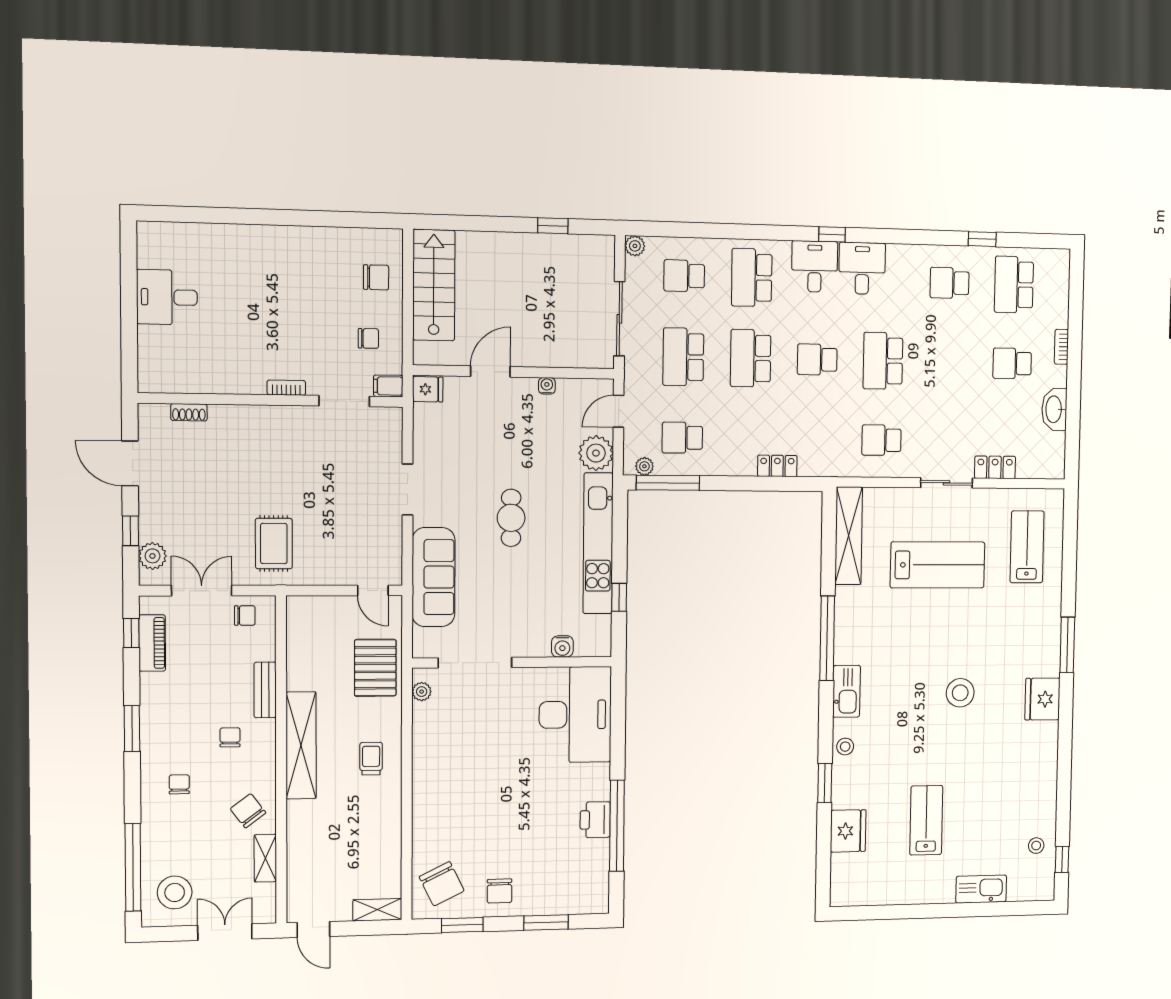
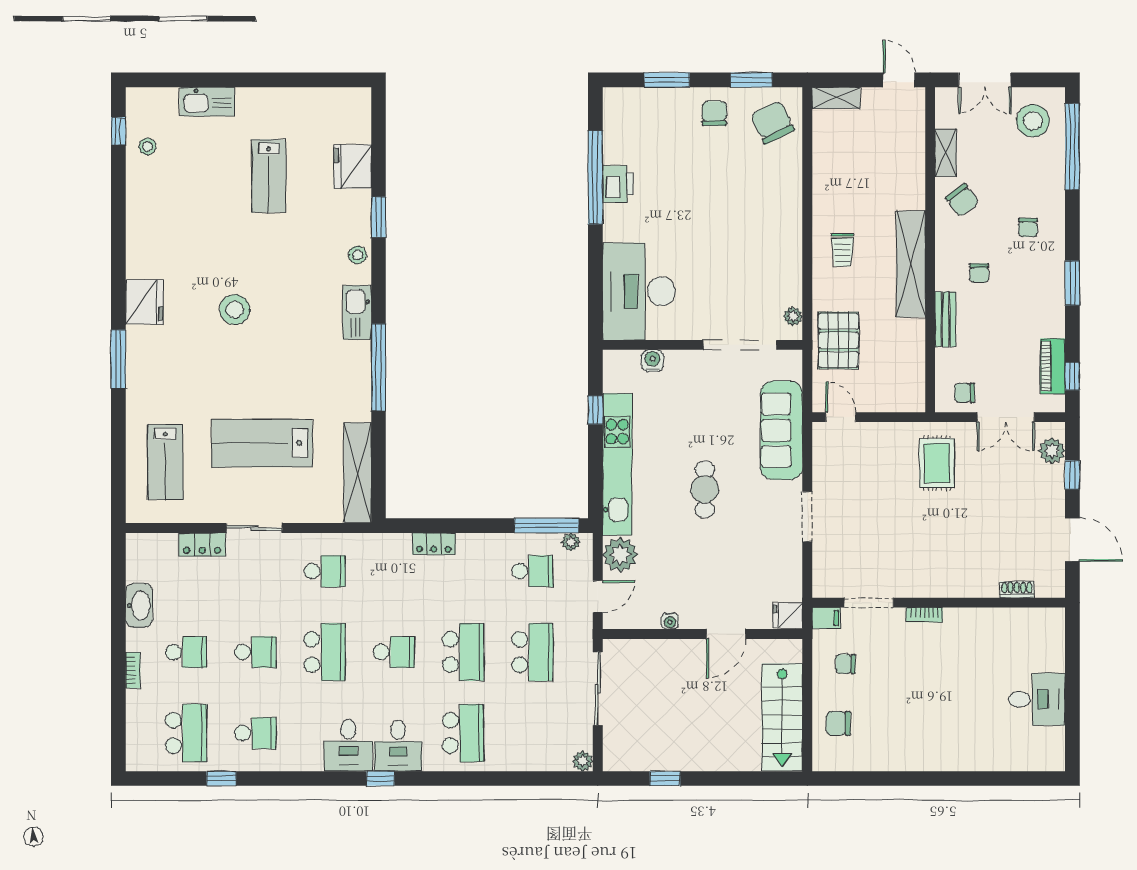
school desk: (684, 276) -> (255, 652), moved

